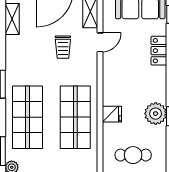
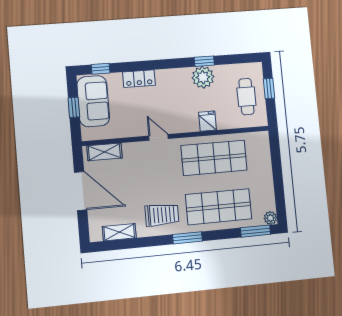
door: (100, 42) -> (159, 137), moved
trolley: (63, 47) -> (162, 215), moved, width x1.36, depth x1.39

